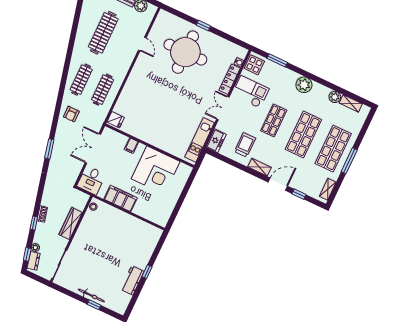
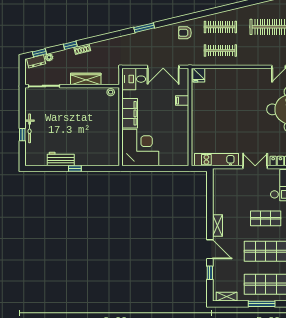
freezer: (216, 141) -> (223, 175), removed
trolley: (245, 145) -> (231, 203), removed
double door: (93, 148) -> (163, 67), swing flipped
corner desk: (156, 170) -> (140, 147), moved, turned 180

